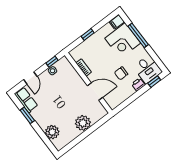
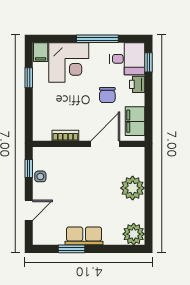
window: (88, 34) -> (29, 78), moved
window: (138, 35) -> (97, 39), moved
door: (30, 78) -> (29, 210), hinge flipped
filing cabinet: (118, 98) -> (135, 121), added
row of seats: (26, 100) -> (84, 236), moved
plant: (52, 132) -> (134, 234), moved

